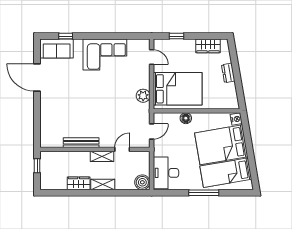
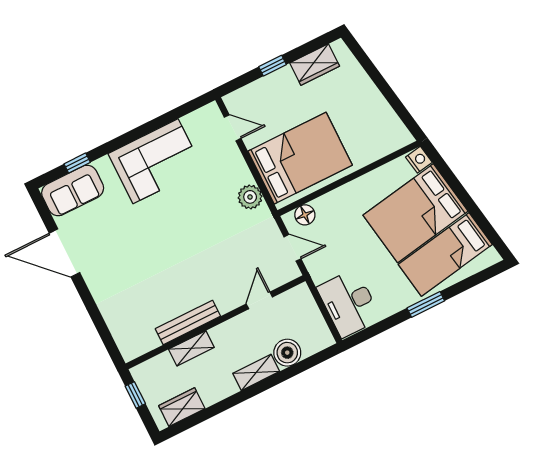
window: (177, 36) -> (273, 66), moved
dresser: (228, 73) -> (369, 92), removed
floor lamp: (186, 118) -> (305, 215), moved
door: (152, 132) -> (292, 248), hinge flipped
shelving: (102, 156) -> (191, 348), moved
boiler: (142, 182) -> (287, 353), moved
wardrobe: (79, 183) -> (182, 407), moved
window: (204, 193) -> (426, 304), width x0.69

